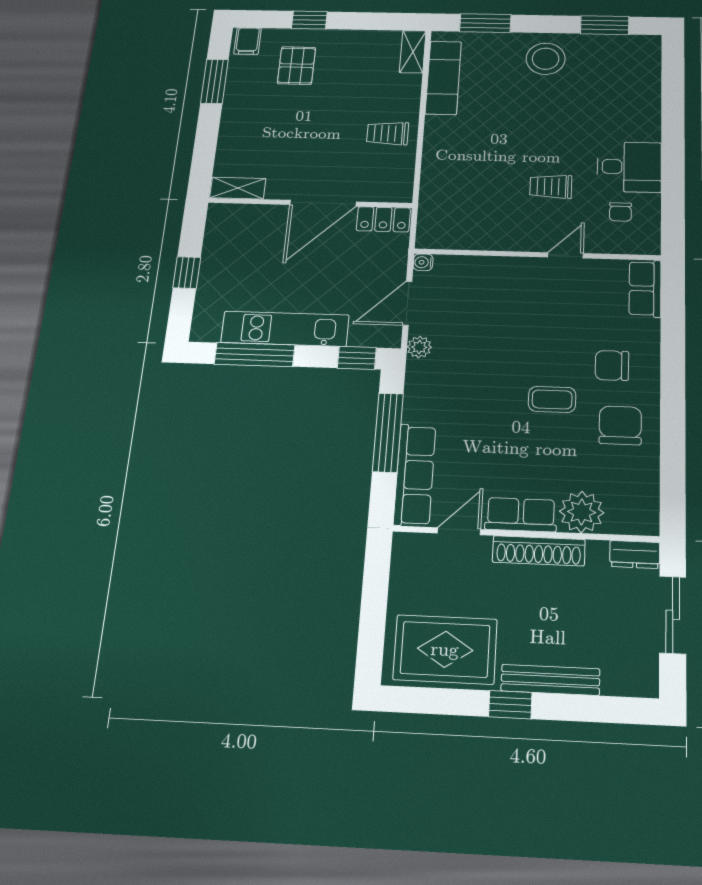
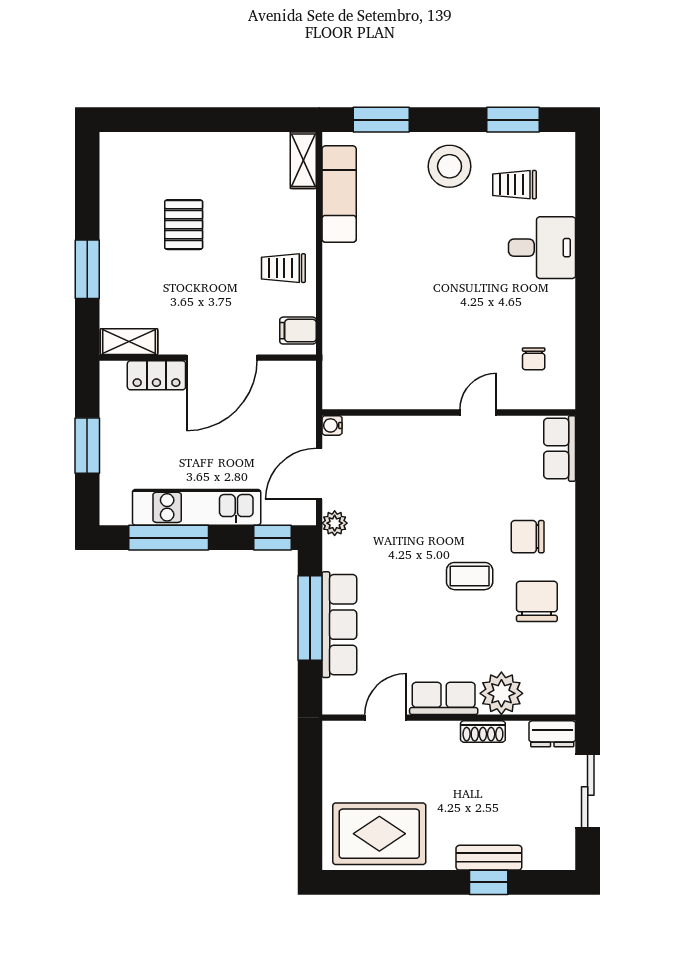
window: (309, 20) -> (184, 120), removed
filing cabinet: (248, 41) -> (298, 331), moved, turned 90
pallet: (296, 66) -> (184, 225), moved
window: (214, 81) -> (87, 269), moved
desk: (629, 167) -> (542, 248), moved
trolley: (551, 187) -> (514, 185), moved
locker: (383, 219) -> (156, 375), moved
window: (187, 273) -> (87, 446), width x1.50
row of seats: (415, 475) -> (339, 625), moved
shoe rack: (539, 551) -> (483, 732), width x0.51, depth x0.81
bench: (550, 680) -> (489, 858), width x0.73
window: (510, 705) -> (489, 882), moved

